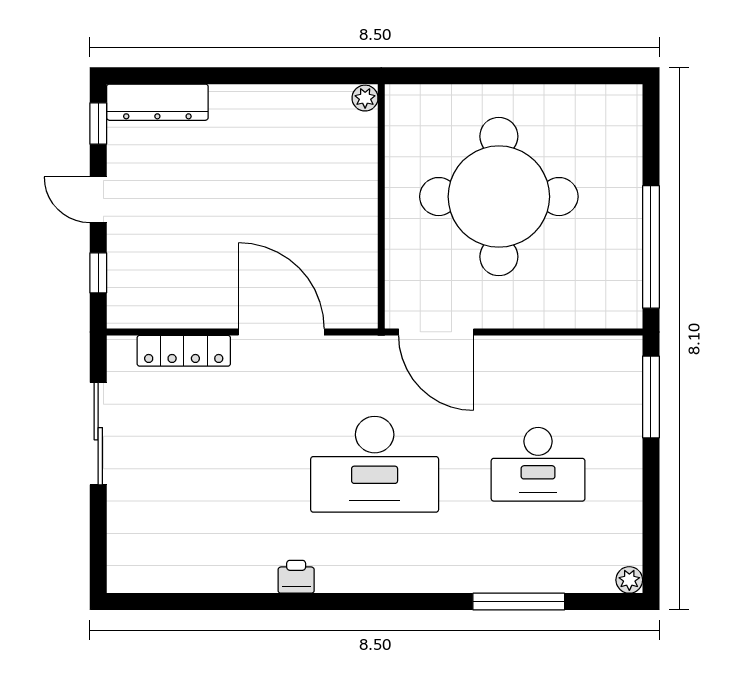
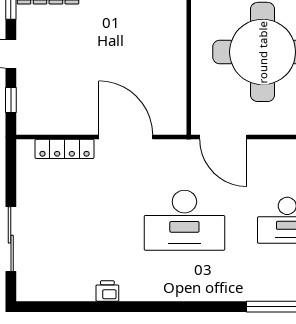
sliding door: (98, 434) -> (11, 239), moved
printer: (296, 577) -> (107, 291), moved

